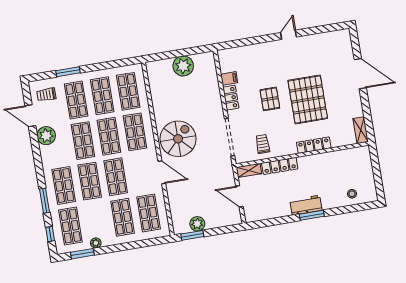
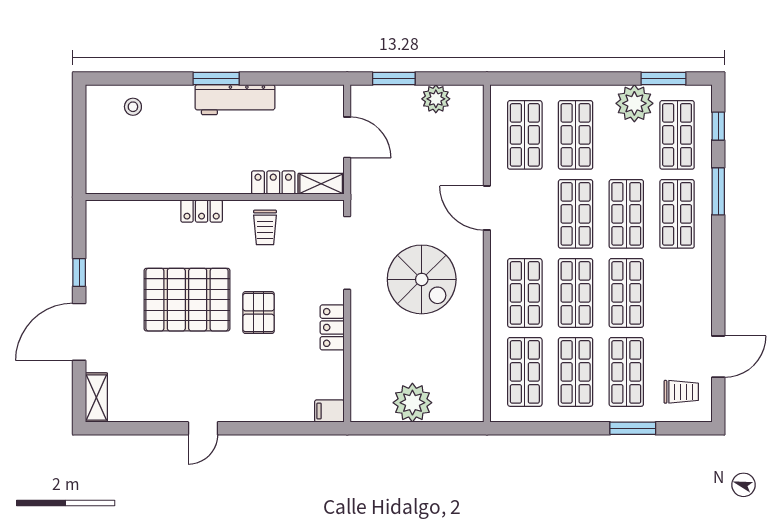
door: (360, 74) -> (79, 332), hinge flipped
filing cabinet: (229, 78) -> (329, 411), moved
pallet: (308, 99) -> (187, 300), turned 90
window: (365, 104) -> (79, 272), added
door: (30, 116) -> (718, 357), hinge flipped
shelving: (361, 130) -> (96, 397), moved
plant: (46, 136) -> (694, 314), removed
spiral stairs: (178, 139) -> (422, 279), moved, turned -90
trolley: (263, 144) -> (265, 227), moved
locker: (314, 145) -> (202, 211), width x0.66
locker: (280, 166) -> (273, 183), width x0.66
workbench: (306, 205) -> (235, 100), width x1.37
window: (192, 235) -> (394, 79), moved
plant: (96, 243) -> (634, 103), width x1.87, depth x1.87

